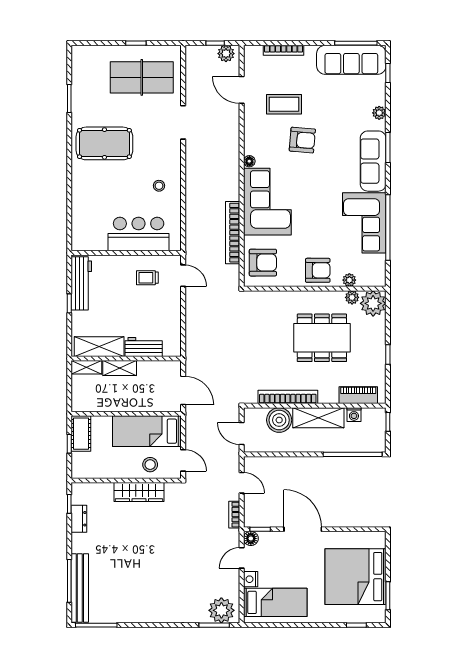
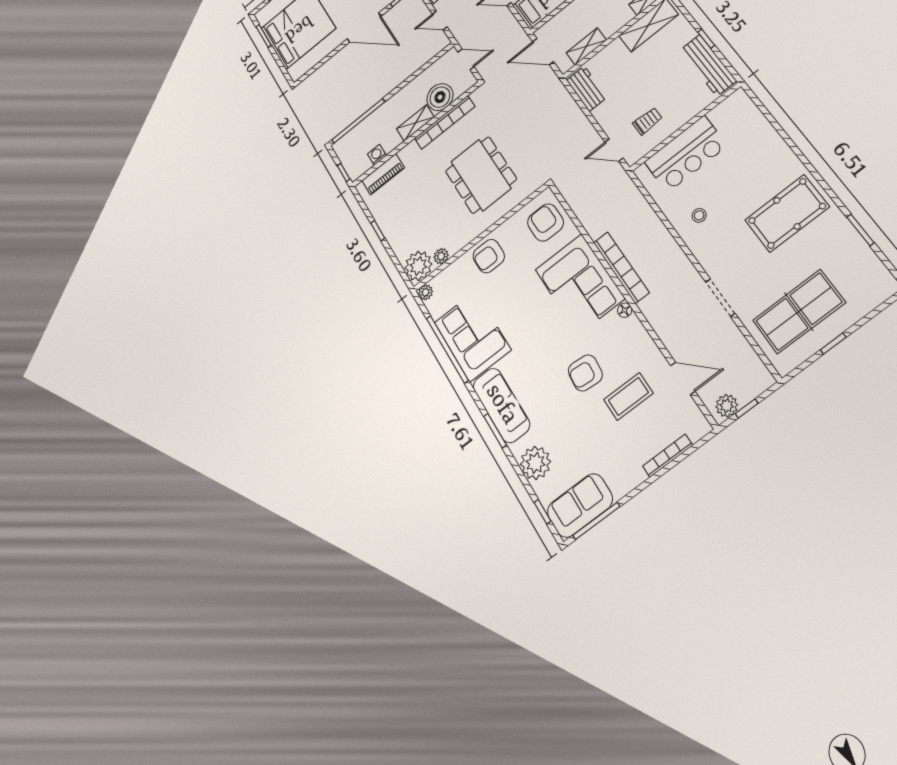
sofa: (351, 60) -> (580, 505), width x0.73
plant: (379, 113) -> (535, 463), width x1.87, depth x1.87
bookcase: (233, 233) -> (621, 267), moved
armchair: (263, 263) -> (545, 222), turned 90
plant: (349, 280) -> (425, 292), moved
dining table: (322, 338) -> (481, 175), moved, turned 90
workbench: (144, 347) -> (587, 89), moved, turned -90
shelving: (120, 368) -> (586, 46), moved
shelving: (318, 418) -> (415, 123), width x0.67, depth x0.75

